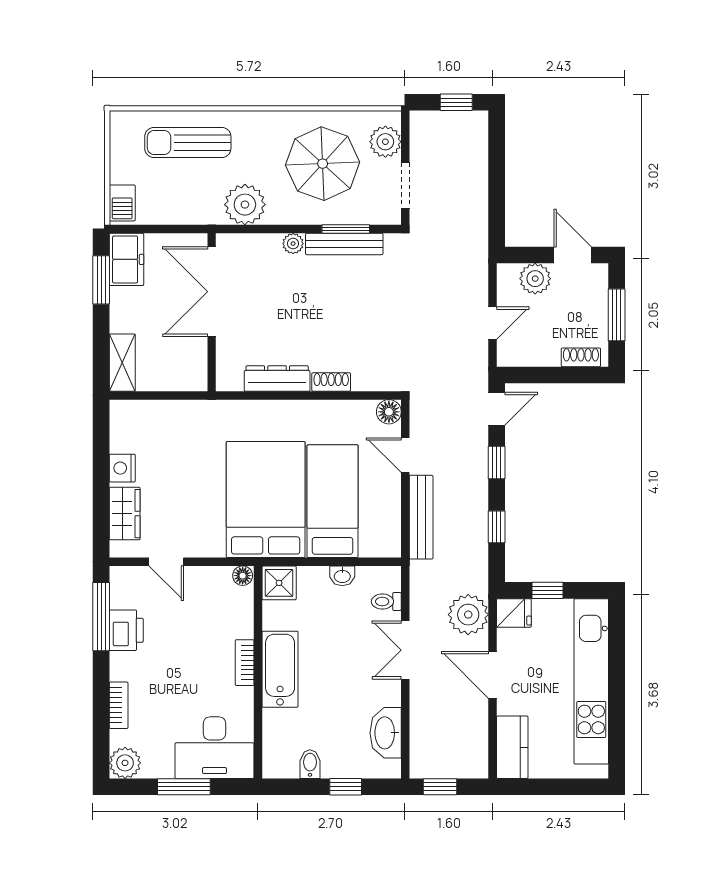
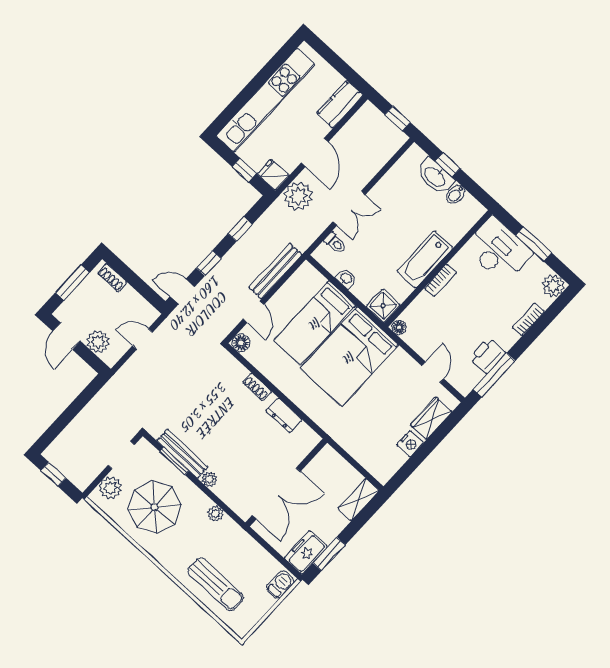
plant: (245, 205) -> (215, 514), width x0.53, depth x0.53
dresser: (277, 379) -> (284, 415), width x0.70
washbasin: (386, 733) -> (435, 177), moved, turned 90

